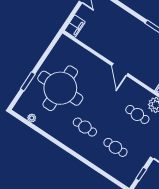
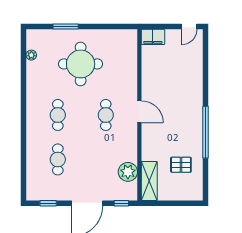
door: (120, 70) -> (139, 112), swing flipped
round table: (60, 88) -> (81, 64), width x0.73, depth x0.73
cafe table: (137, 114) -> (106, 115), moved

